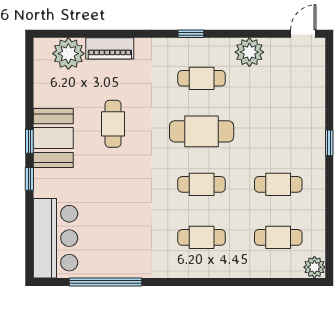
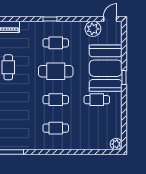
plant: (249, 52) -> (93, 29), moved
booth: (295, 126) -> (106, 68), added
cafe table: (278, 237) -> (97, 128), removed

